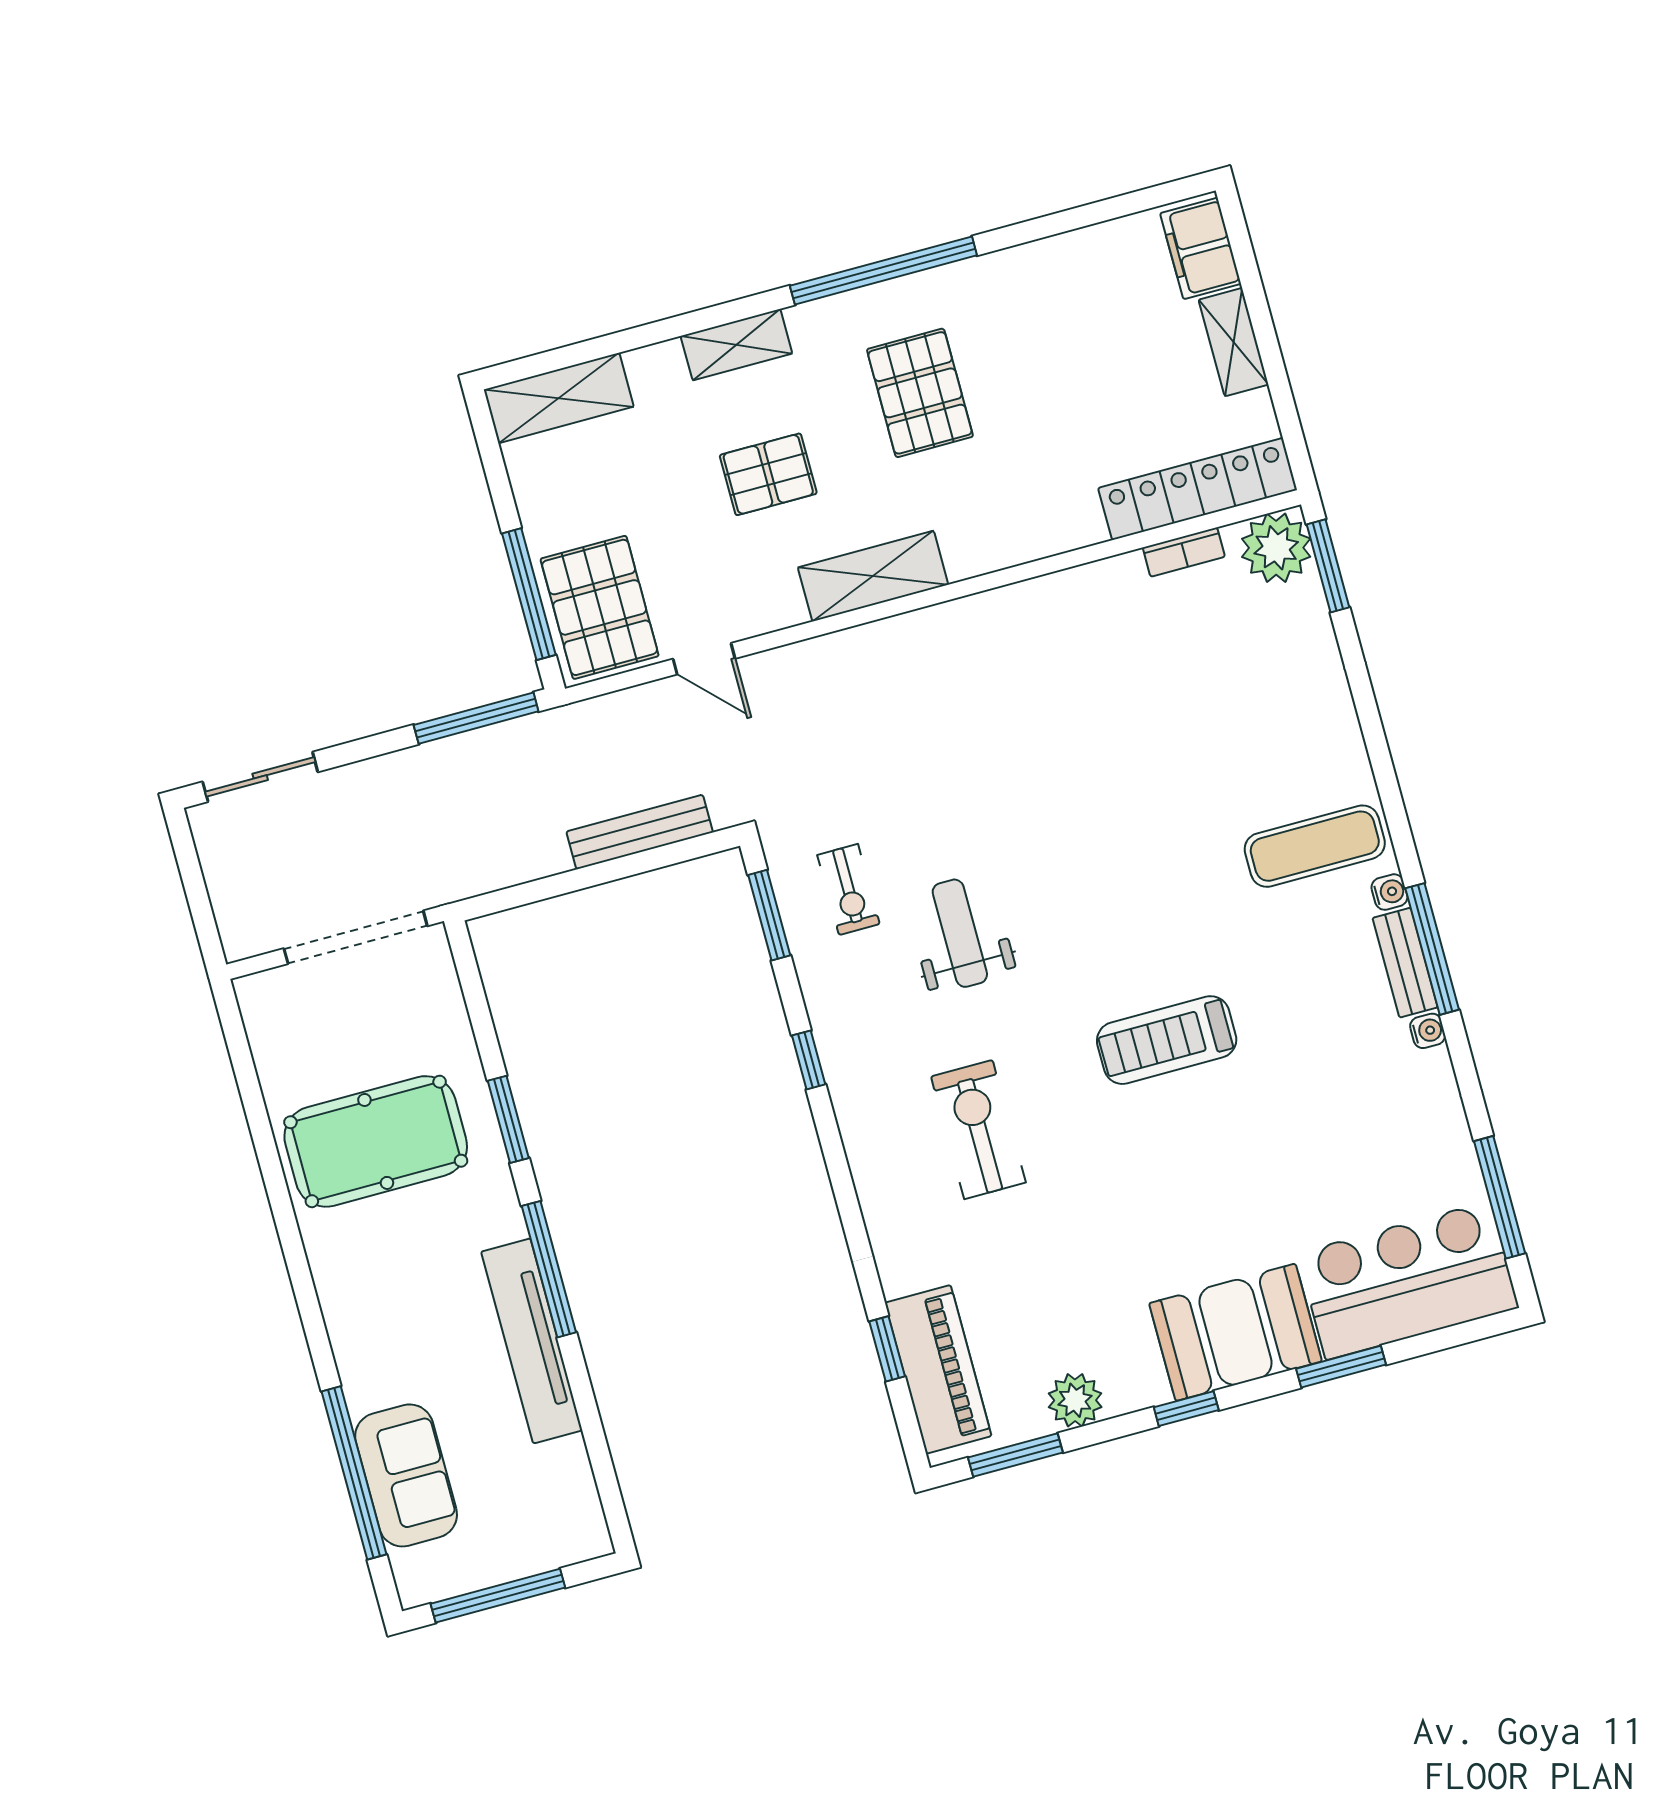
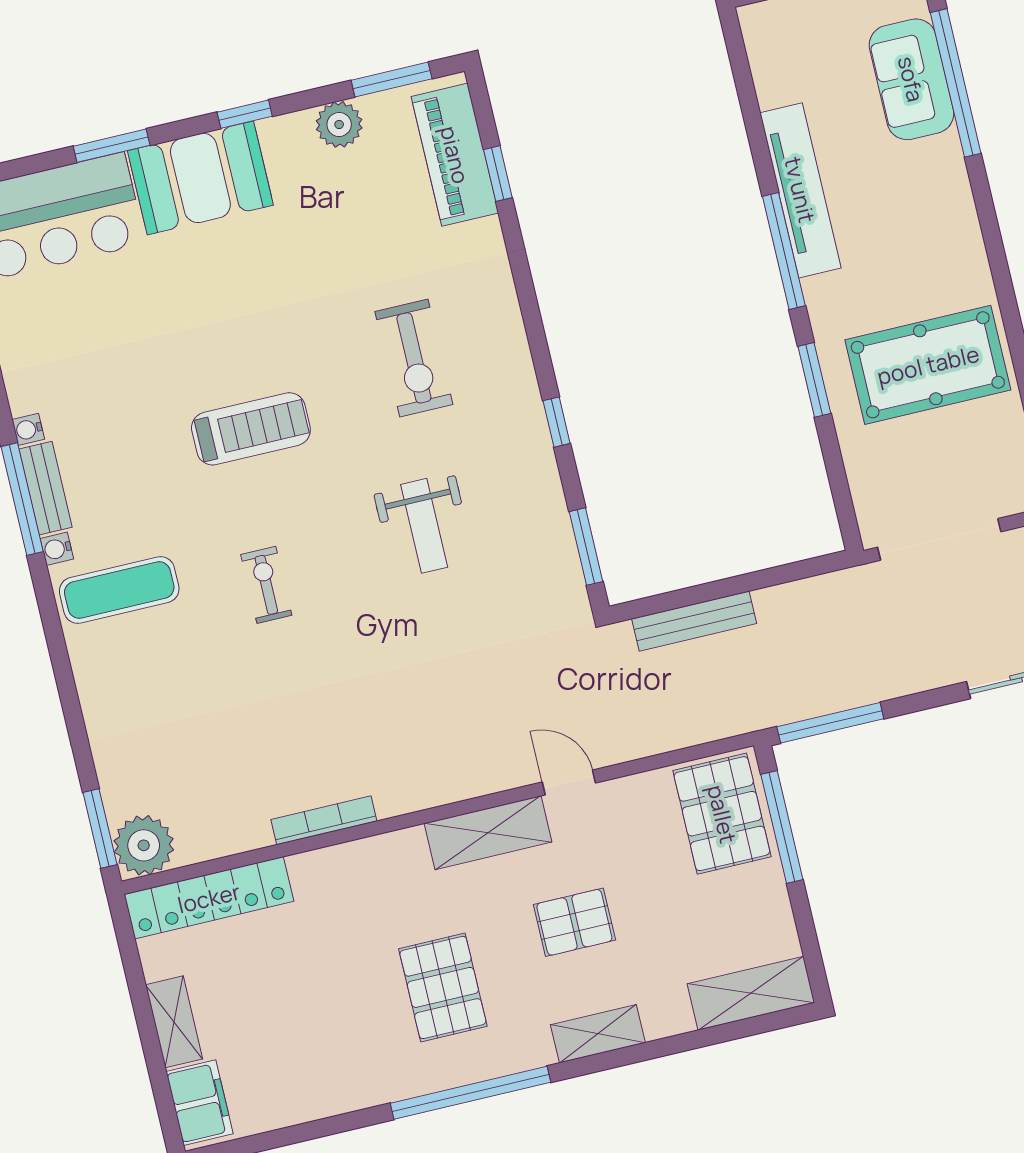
bookcase: (1184, 552) -> (324, 820), moved, width x1.56
door: (704, 659) -> (569, 782), moved
exercise bike: (848, 889) -> (266, 585), moved

